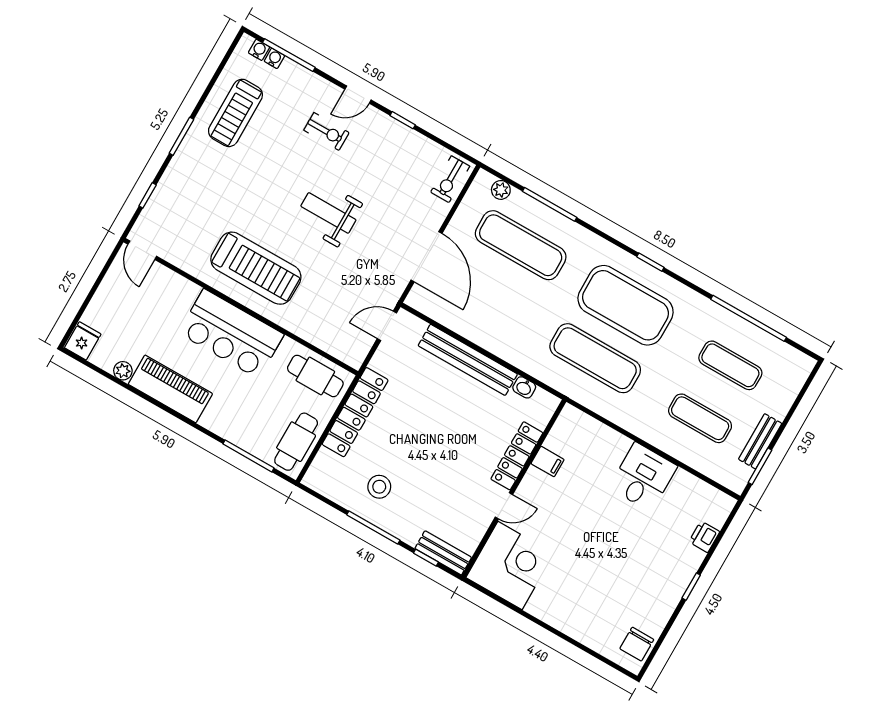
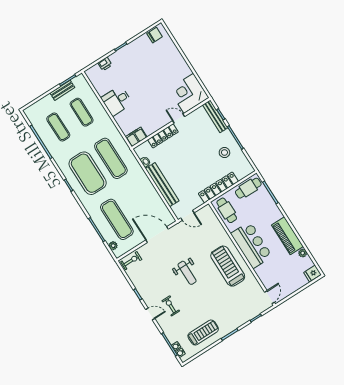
door: (427, 257) -> (157, 235), hinge flipped
filing cabinet: (548, 462) -> (136, 137), moved, width x2.00
bench: (443, 553) -> (215, 116), width x1.36

